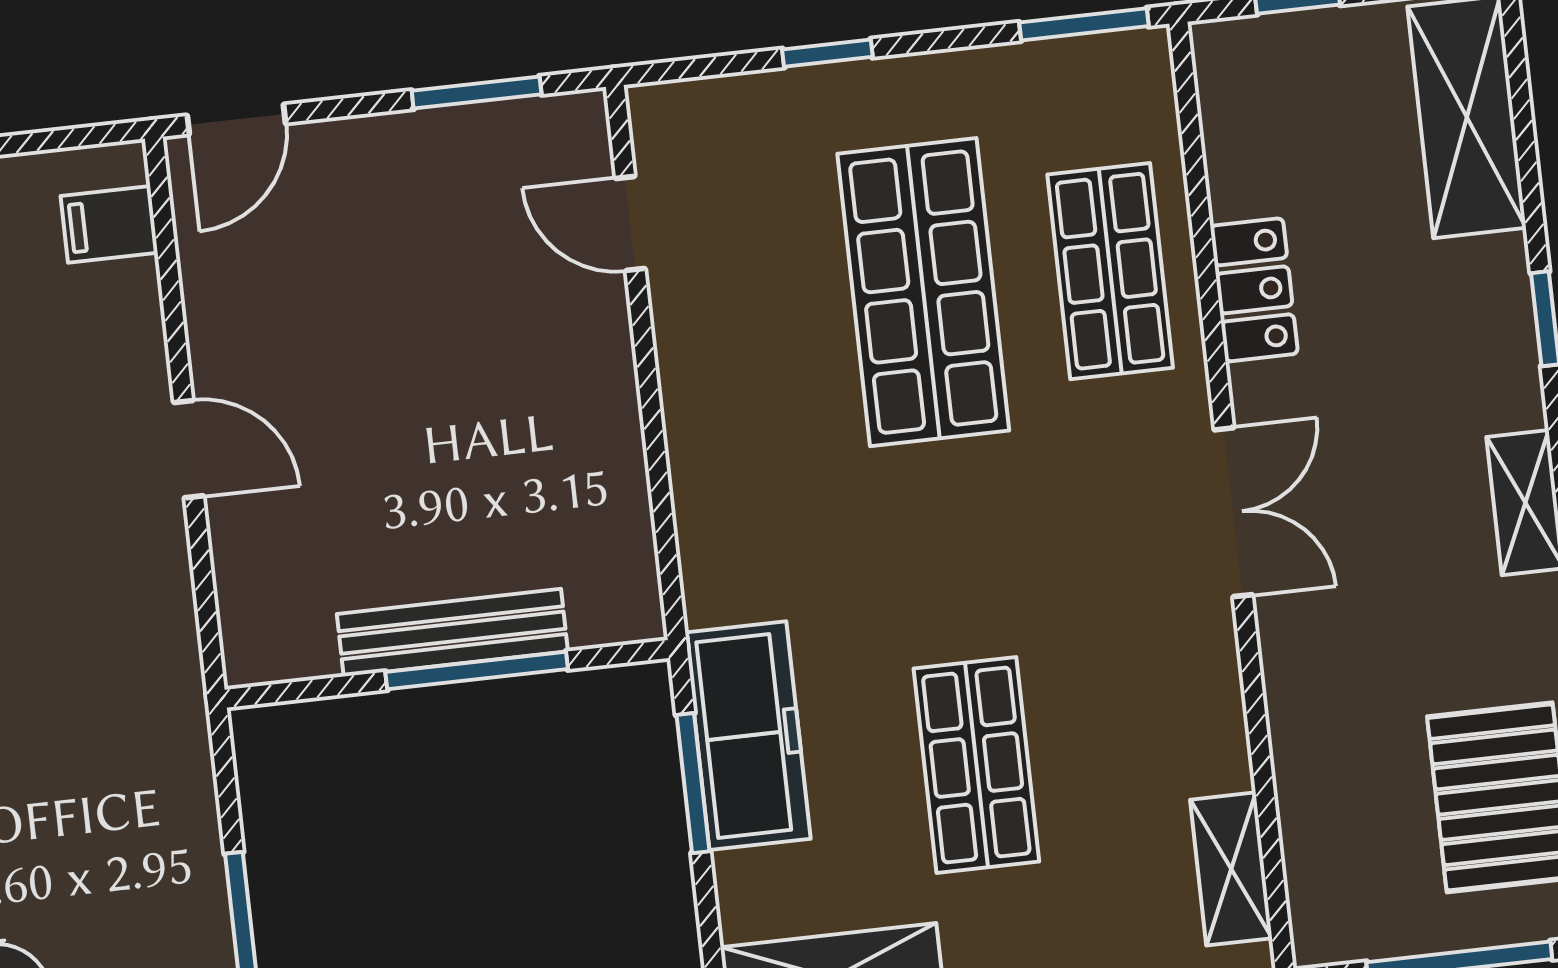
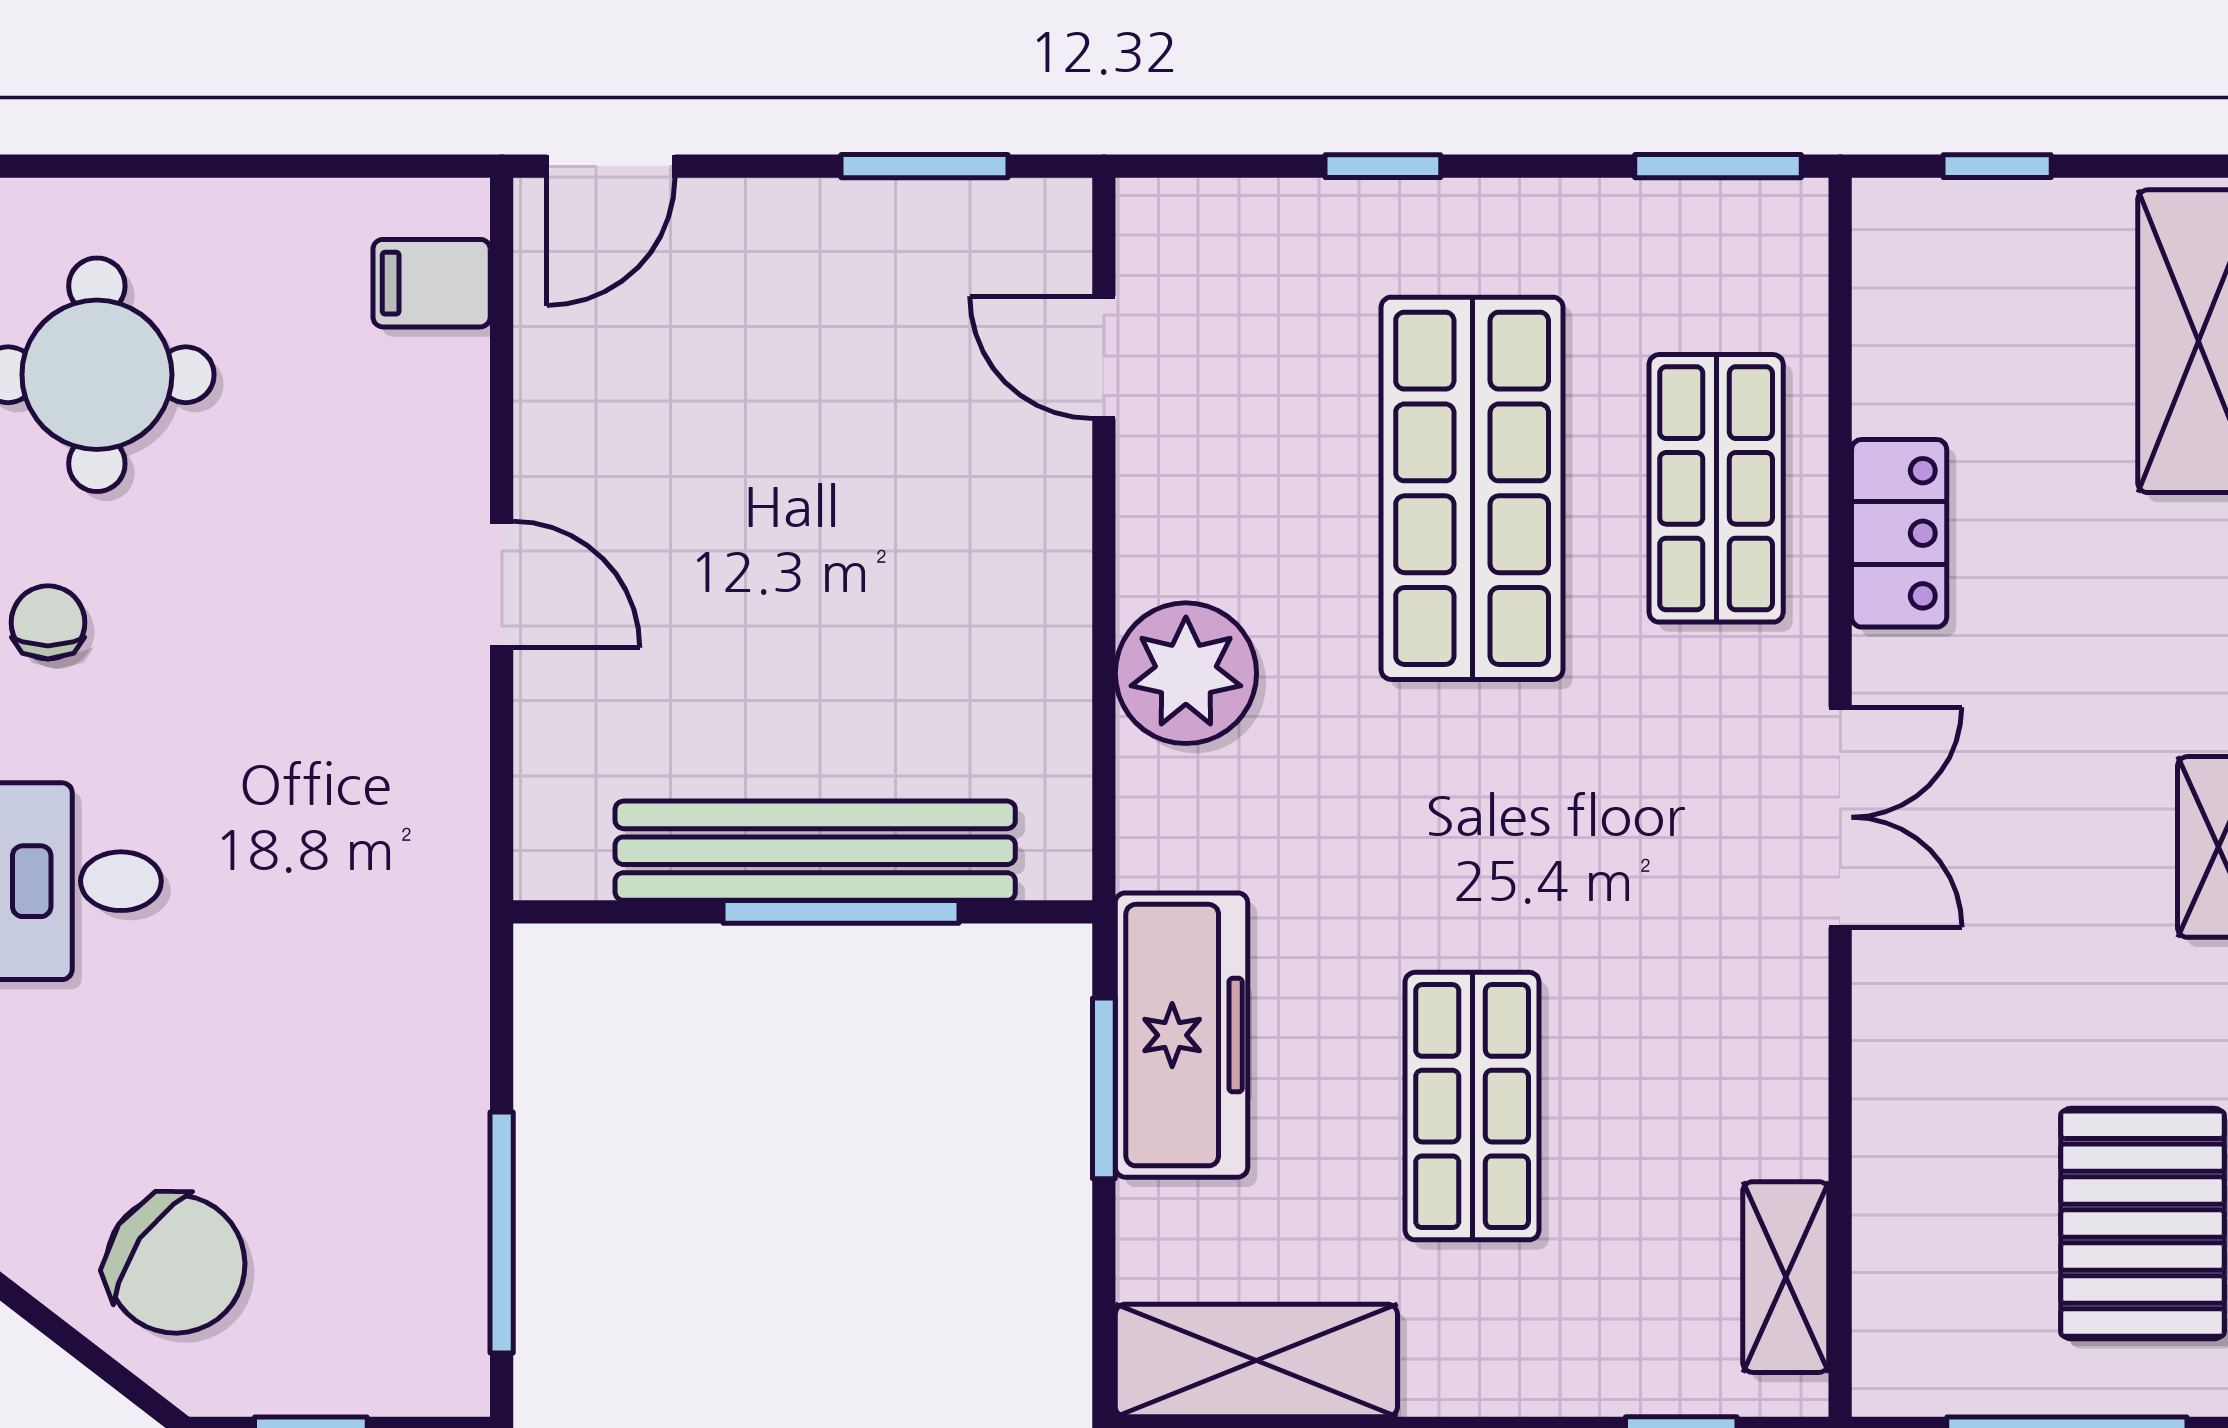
plant: (720, 458) -> (1186, 673), added
bench: (452, 633) -> (815, 851), width x1.37, depth x1.21

